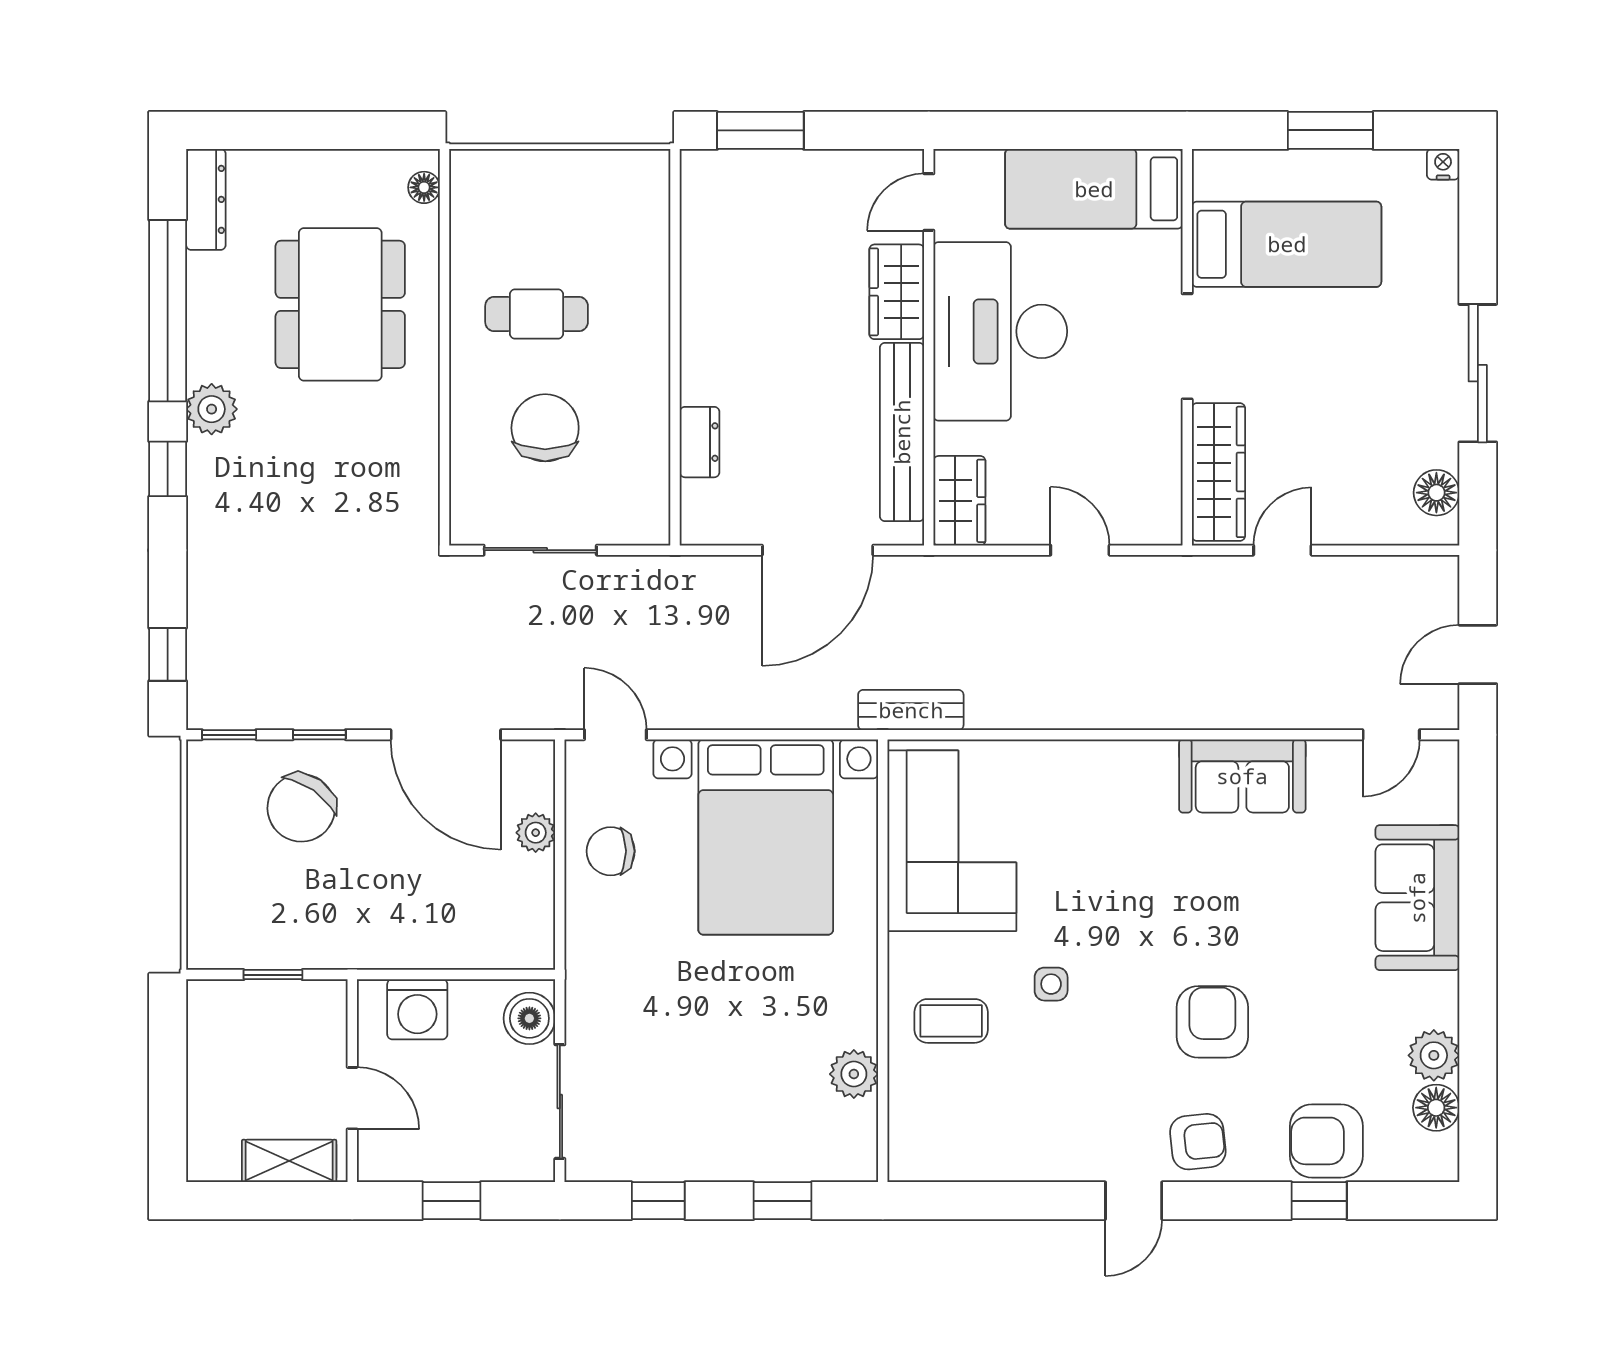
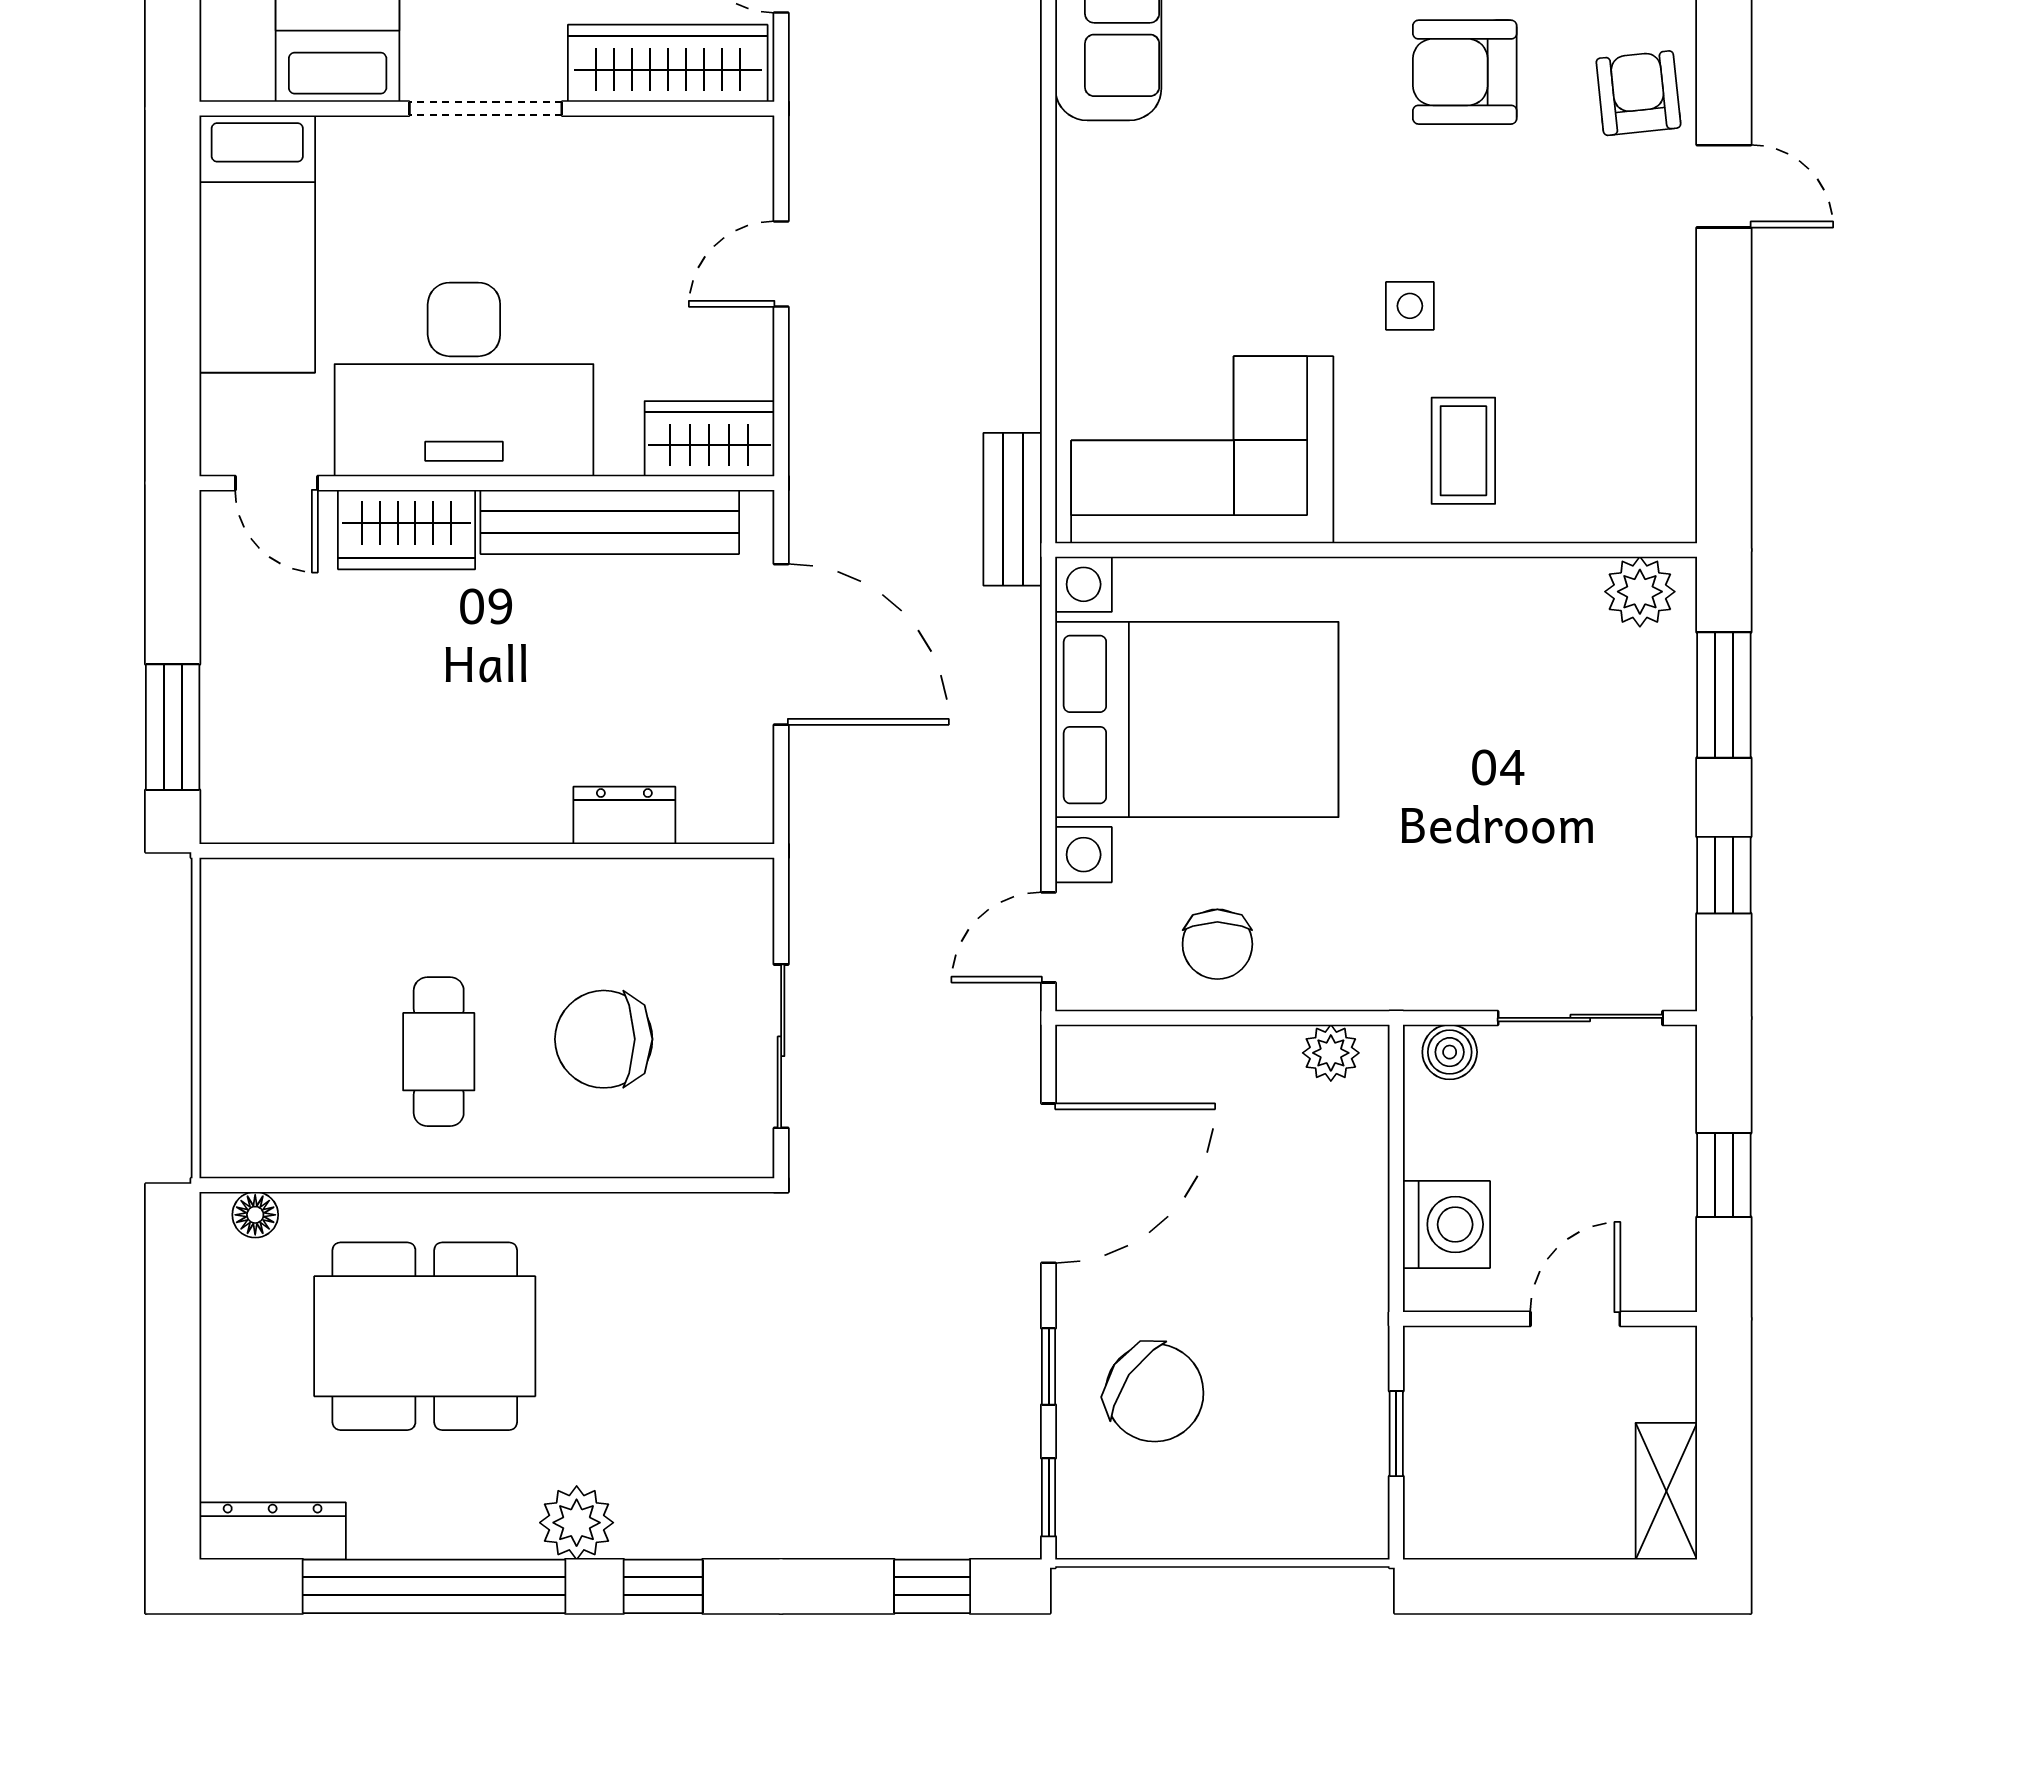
plant: (536, 833) -> (1331, 1053), moved
boiler: (529, 1018) -> (1450, 1052), width x0.73, depth x0.73
plant: (854, 1074) -> (1640, 592), moved
shelving: (289, 1161) -> (1666, 1491), moved
window: (783, 1201) -> (1724, 695), width x1.50

